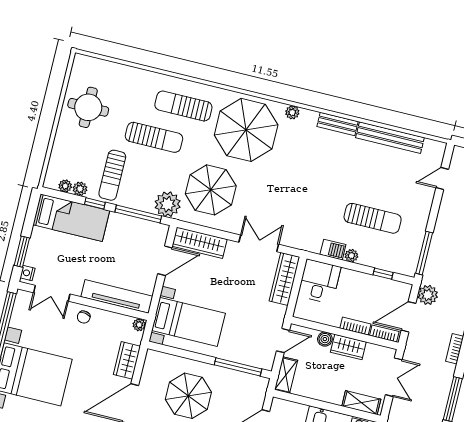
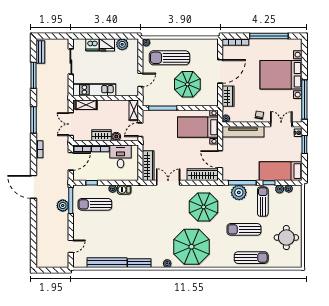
sun lounger: (183, 106) -> (251, 258), moved
plant: (168, 204) -> (239, 192), moved
sun lounger: (373, 218) -> (95, 204), moved
double door: (259, 243) -> (168, 183), swing flipped
door: (165, 261) -> (220, 159), hinge flipped
desk: (319, 281) -> (121, 156), moved, turned 180
plant: (428, 295) -> (63, 206), moved

